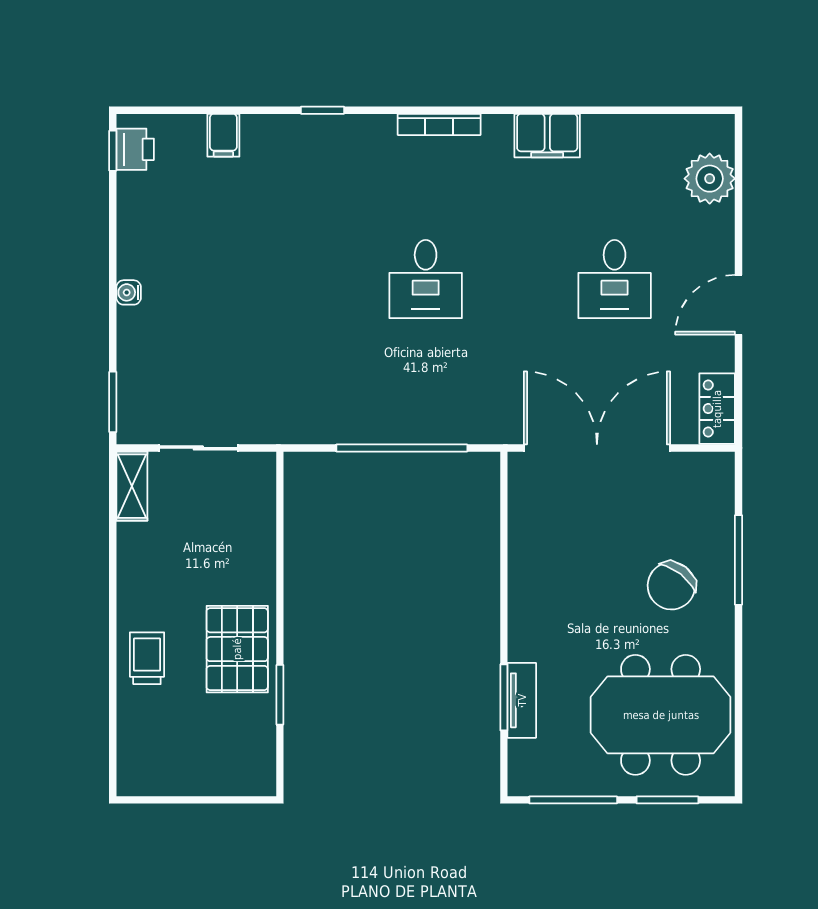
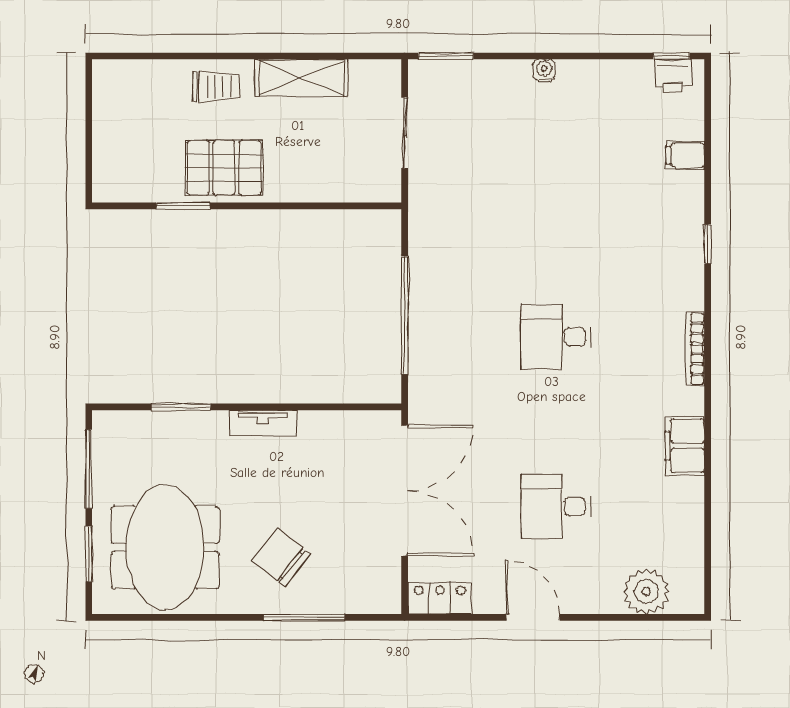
shelving: (132, 486) -> (302, 78), moved, width x1.50, depth x1.33
tv unit: (522, 700) -> (263, 423), moved

